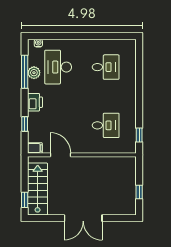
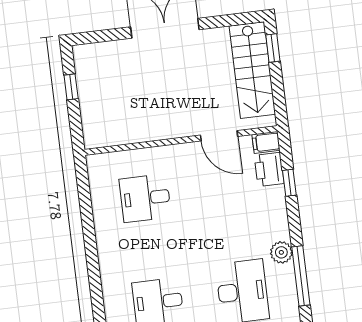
plant: (34, 73) -> (281, 252), moved
printer: (35, 102) -> (269, 170), moved
window: (139, 135) -> (84, 188), removed

